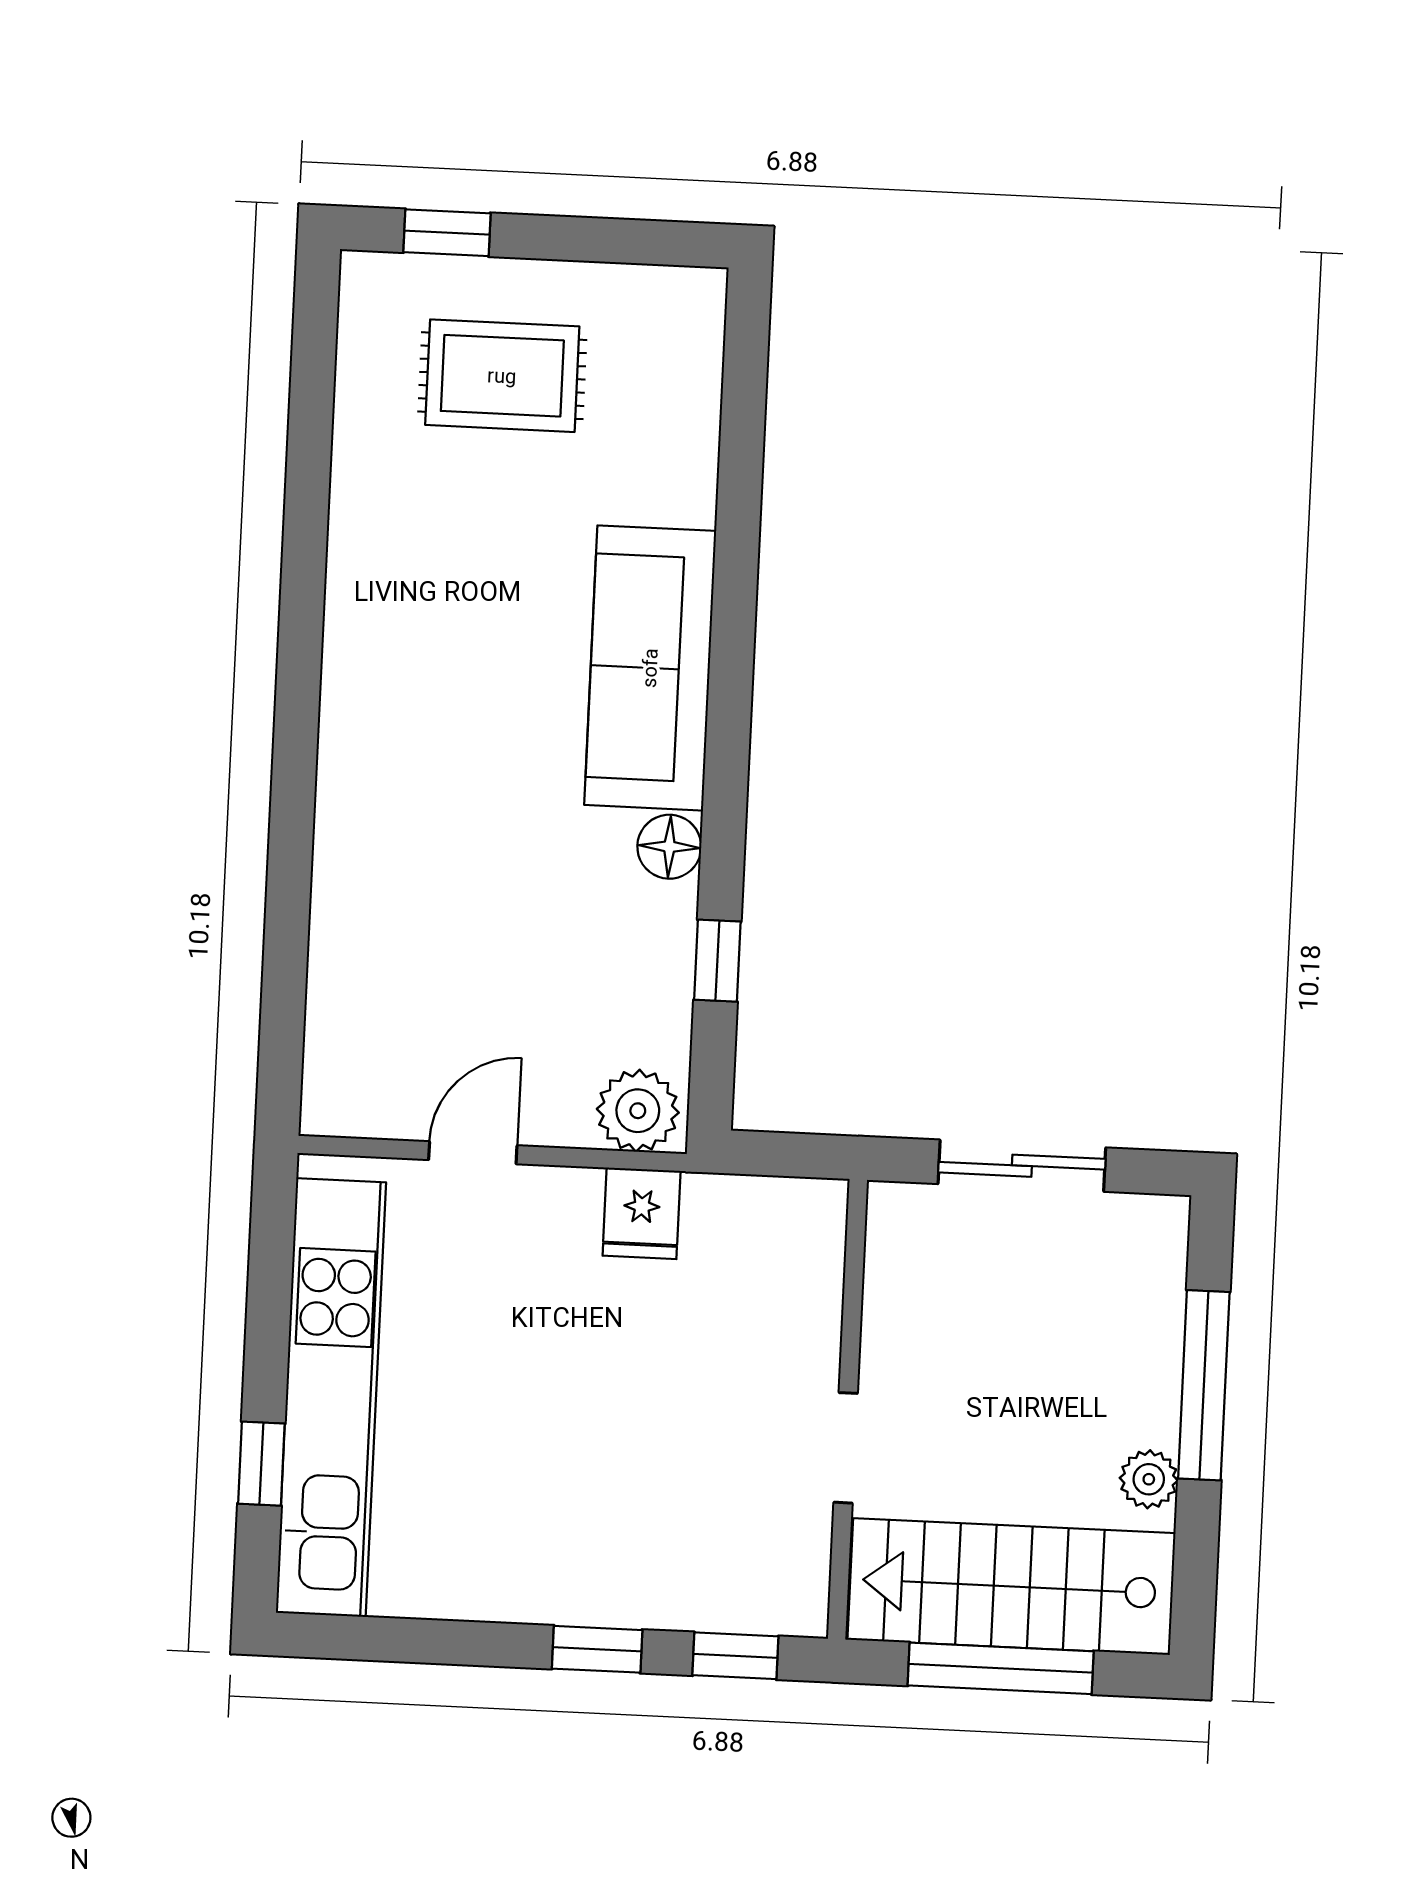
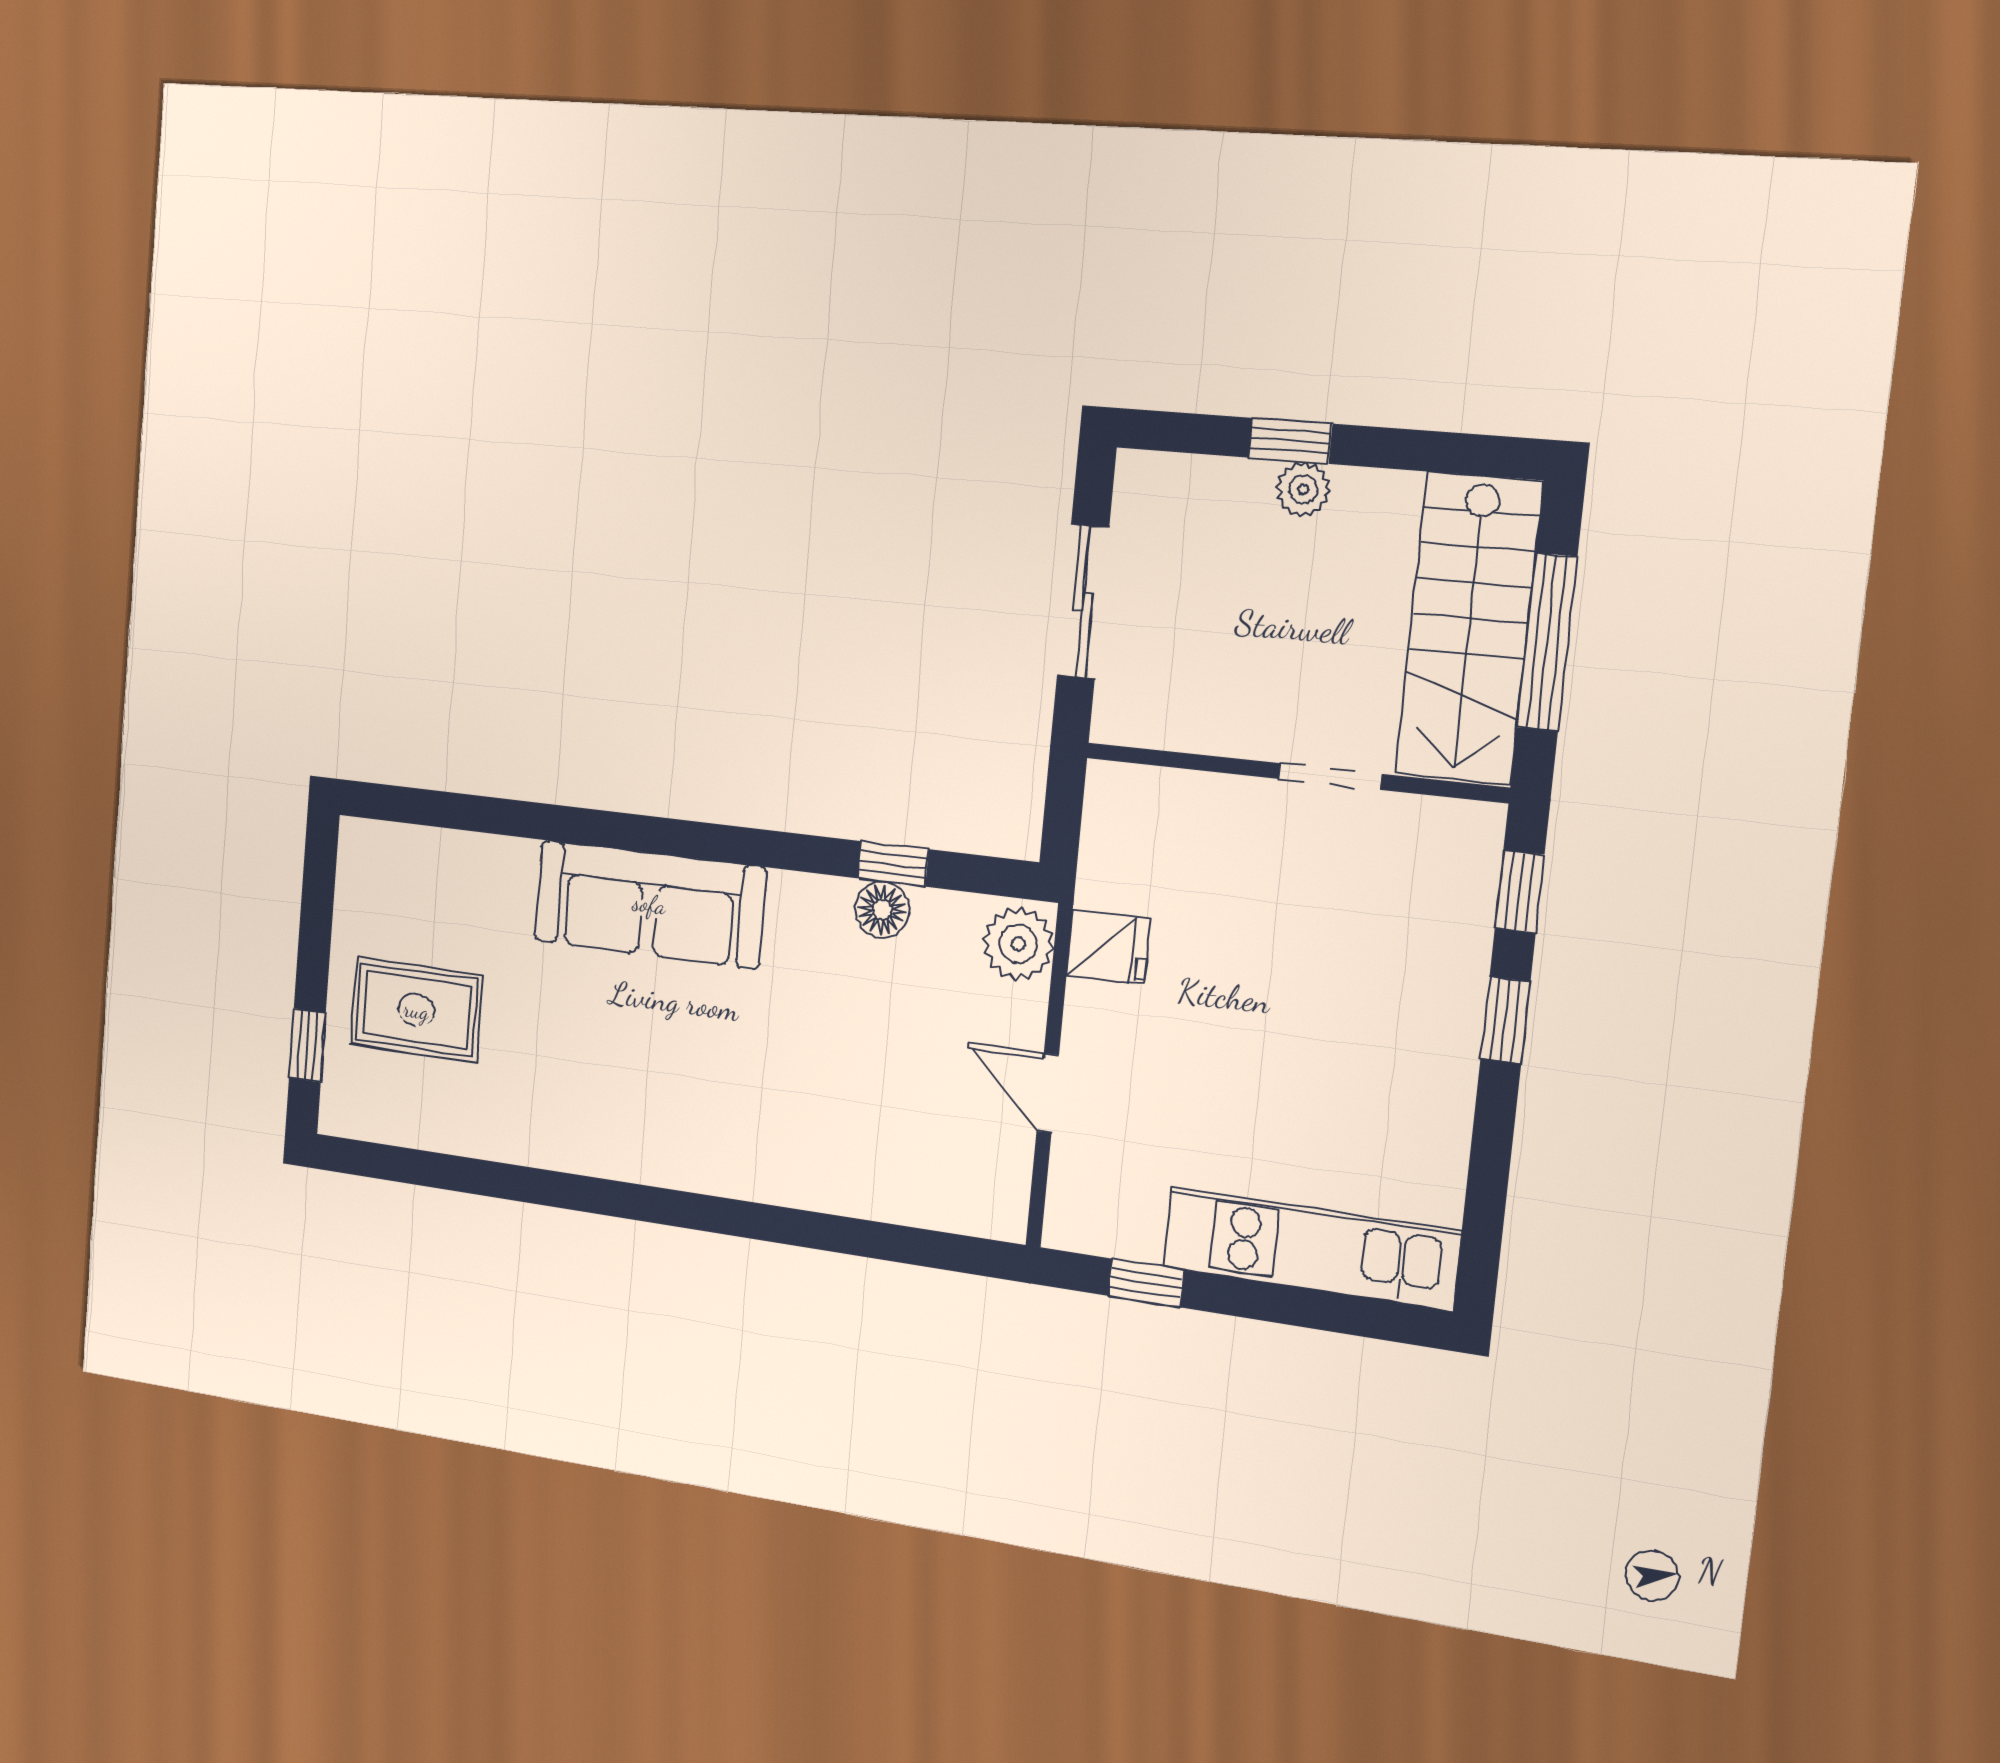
rug: (502, 376) -> (416, 1010), turned 90
floor lamp: (669, 847) -> (882, 910), moved
window: (1204, 1385) -> (1290, 441), width x0.46
kitchen unit: (331, 1398) -> (1310, 1249), width x0.73
window: (261, 1464) -> (1146, 1283), moved
plant: (1149, 1479) -> (1303, 489), moved

